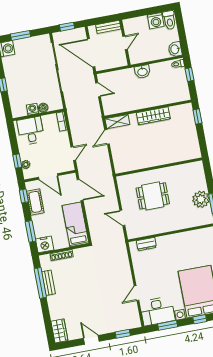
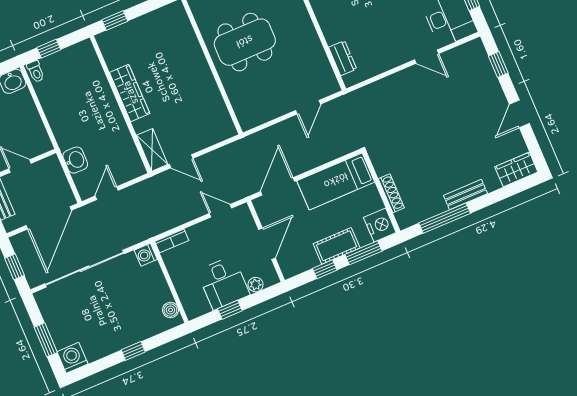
washbasin: (142, 72) -> (75, 160), moved
boiler: (43, 108) -> (170, 310), moved
washing machine: (32, 109) -> (146, 255), moved
desk: (31, 131) -> (223, 283), moved, turned -90
window: (17, 161) -> (230, 310), moved
window: (24, 196) -> (325, 269), moved
dining table: (153, 196) -> (245, 42), moved, width x1.38
cot: (35, 202) -> (337, 246), moved
bench: (48, 283) -> (465, 195), moved

